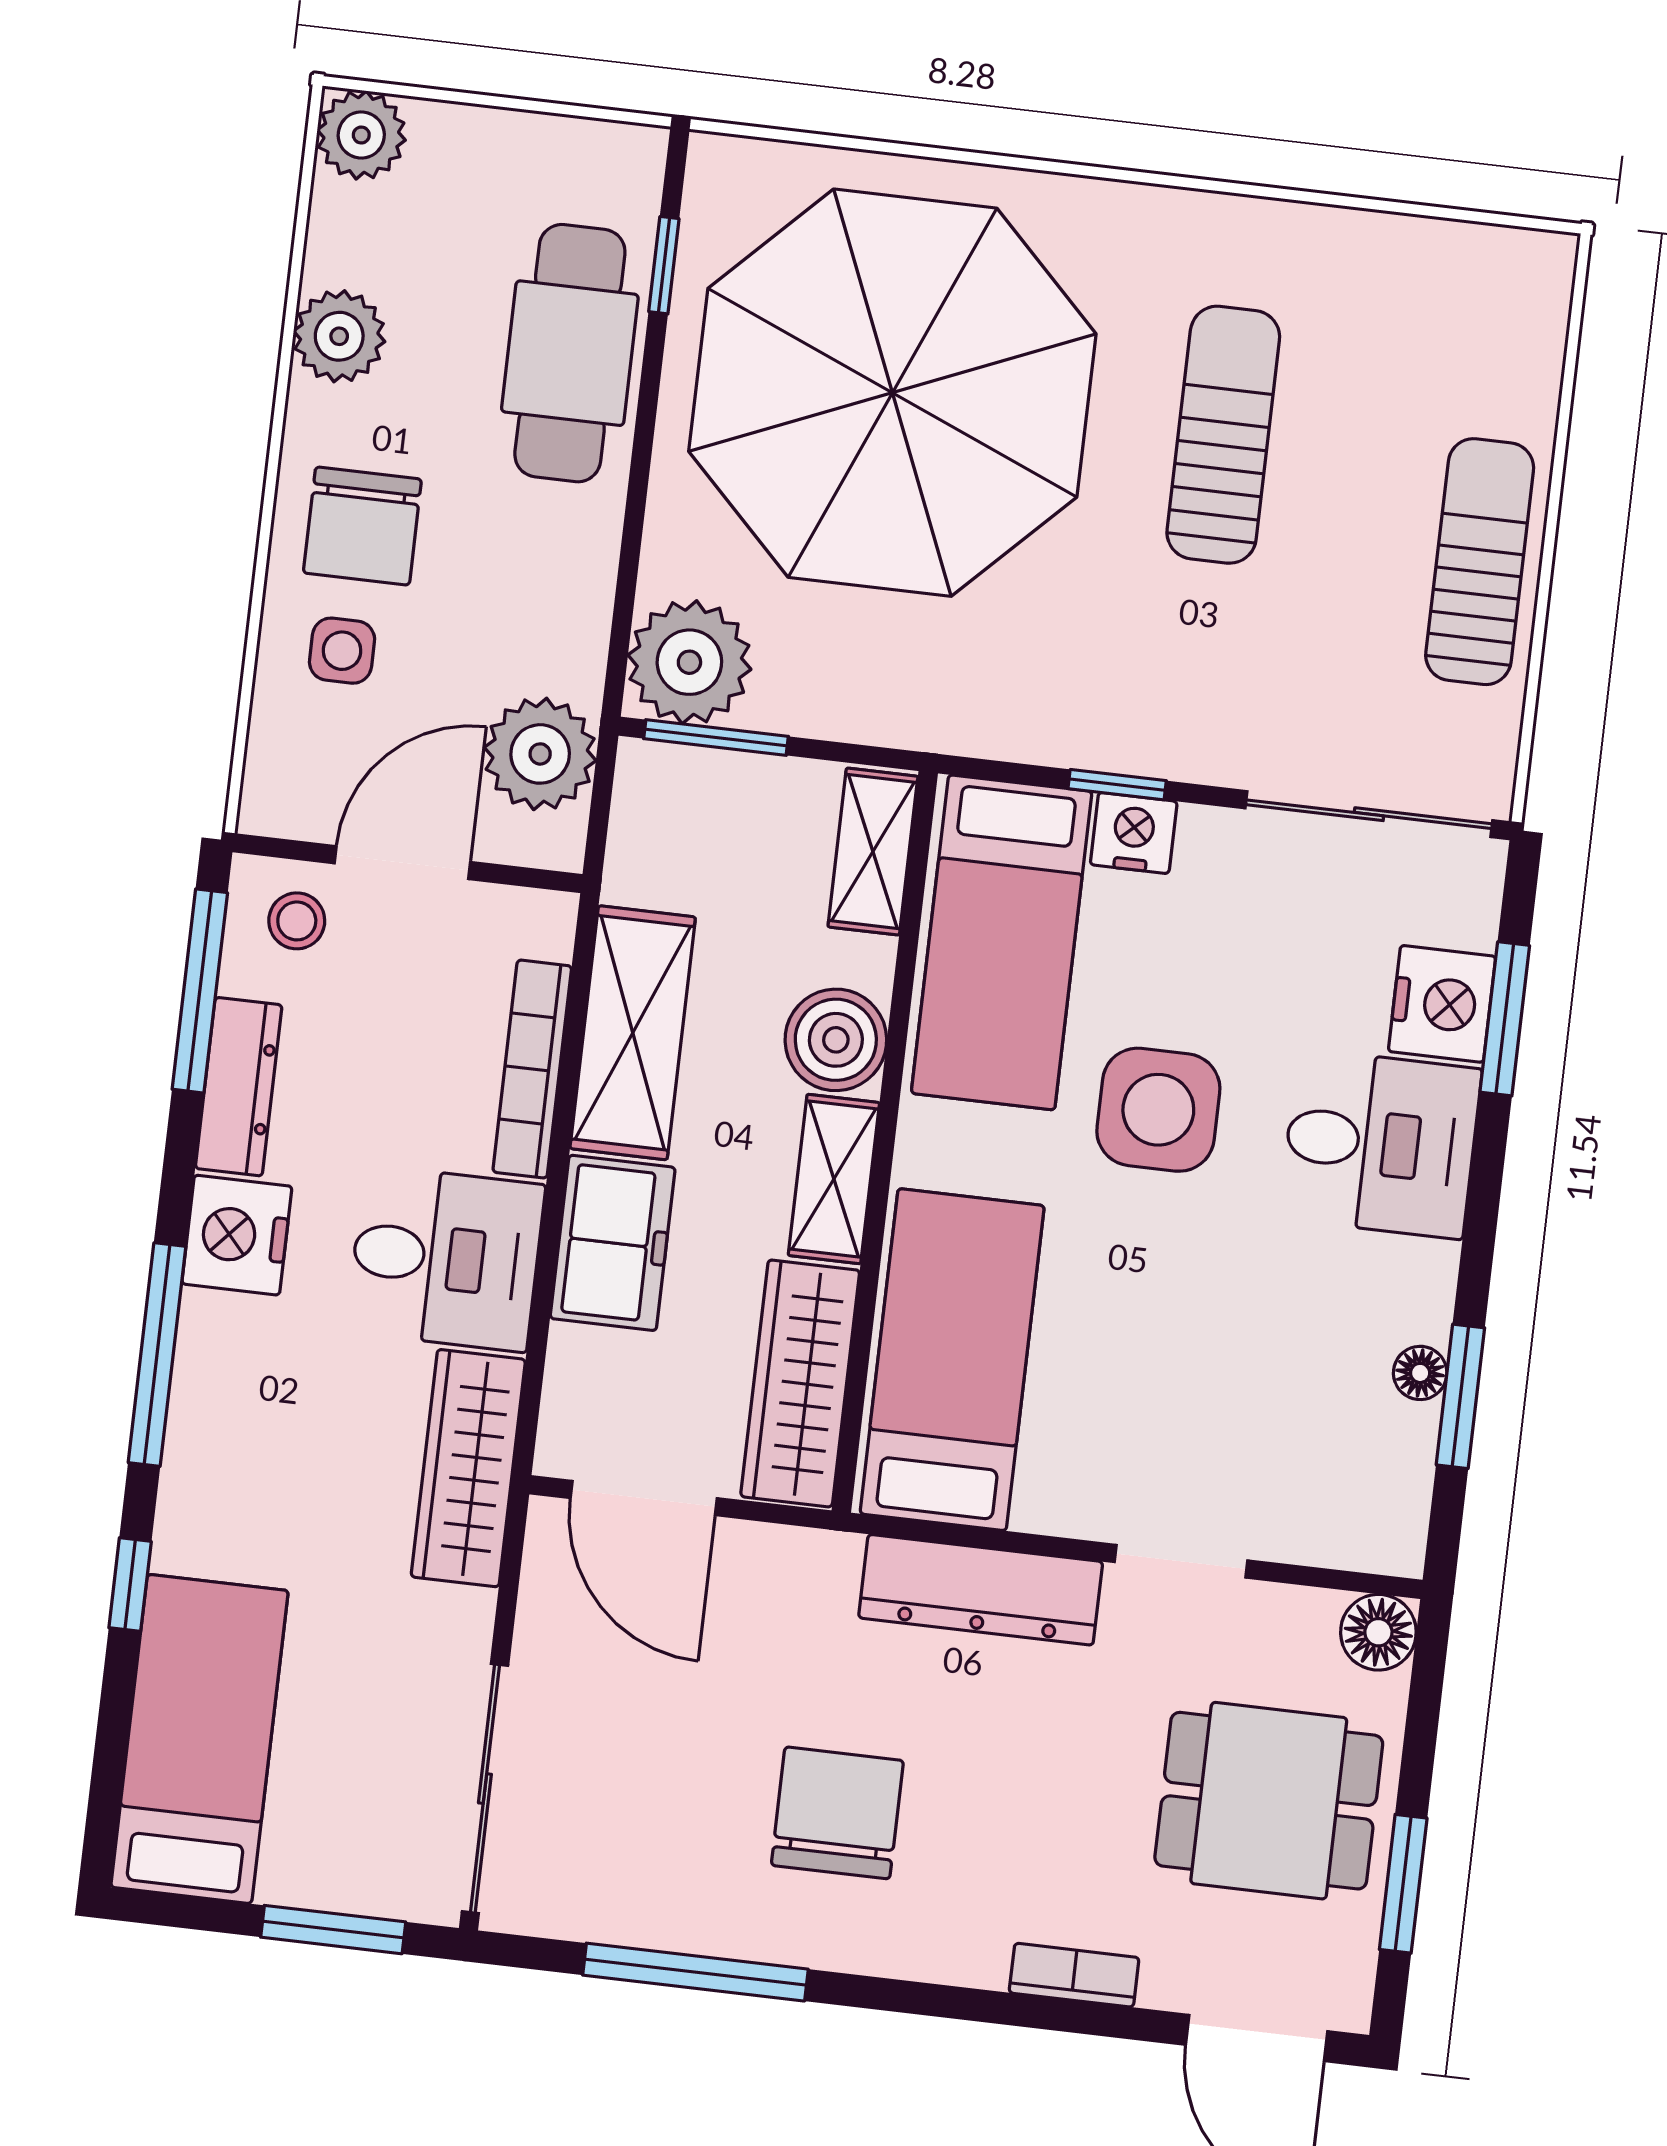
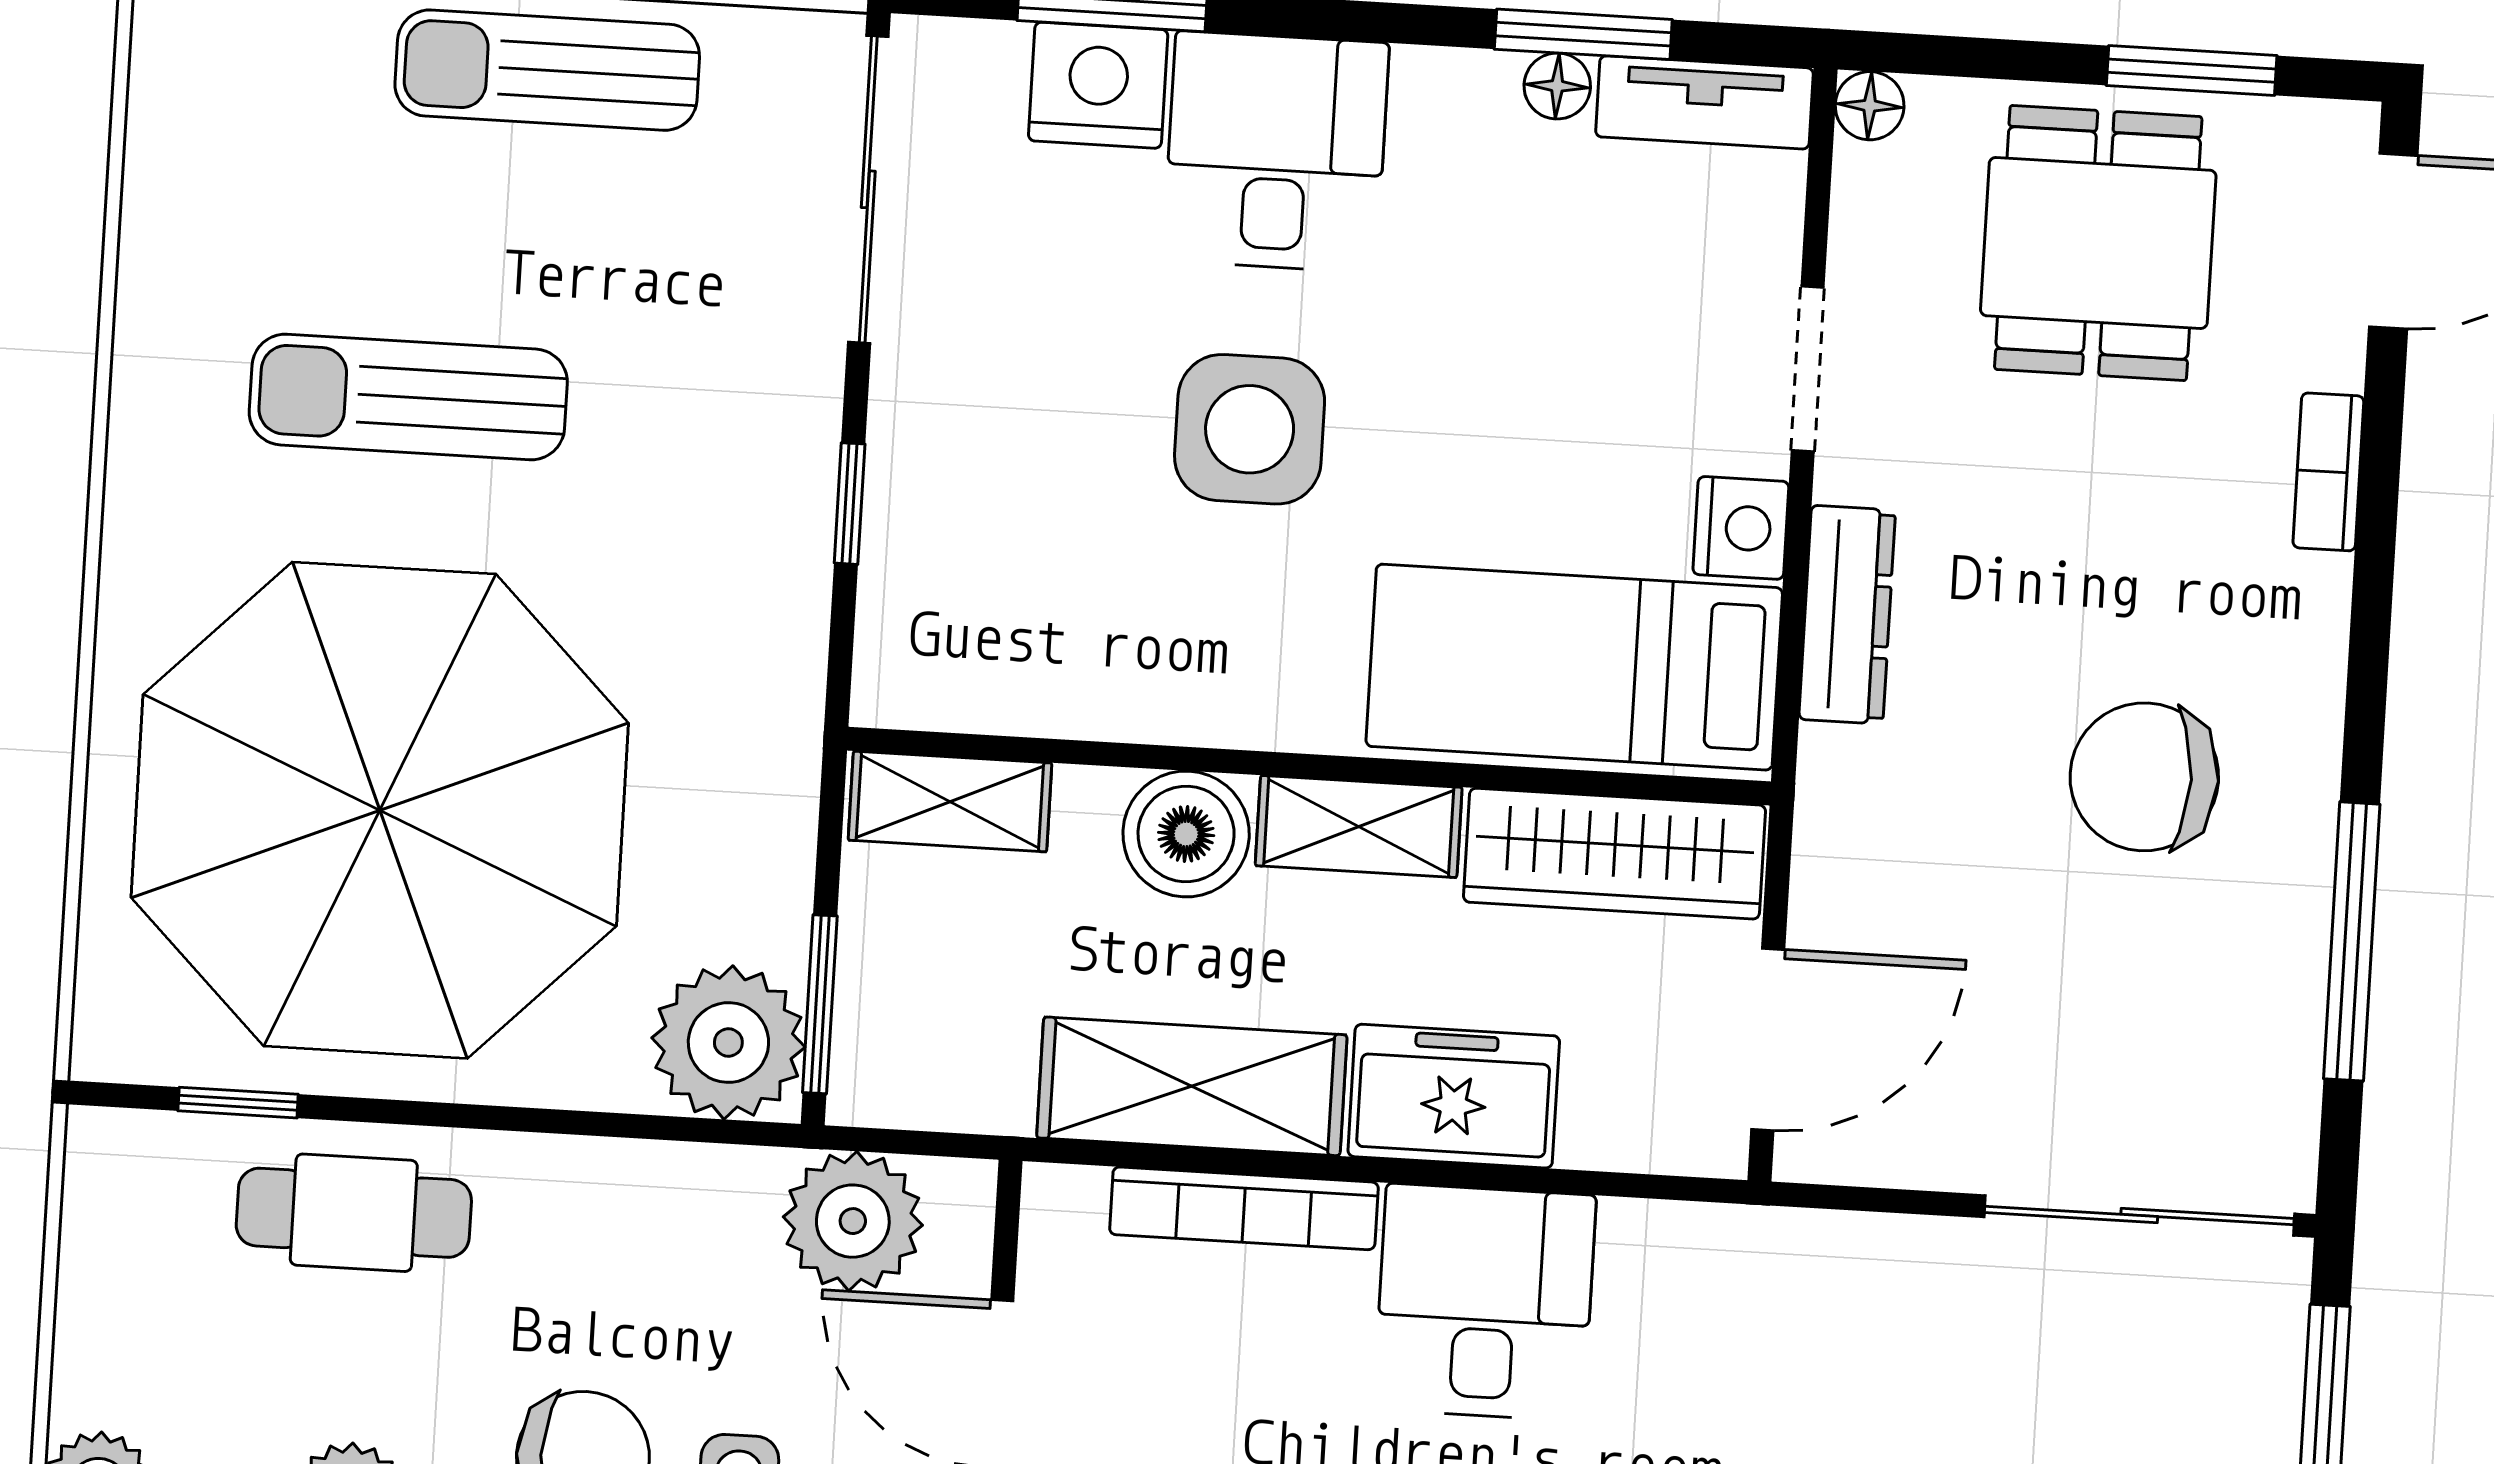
cafe table: (570, 353) -> (354, 1213), width x0.73, depth x0.74
nightstand: (1134, 833) -> (1741, 528), moved, turned 180
bed: (1002, 942) -> (1053, 635), removed
wardrobe: (468, 1468) -> (1743, 1259), removed
tv unit: (1400, 1491) -> (1704, 102), added
dresser: (981, 1590) -> (1847, 615), width x0.73, depth x0.80
floor lamp: (1378, 1632) -> (1870, 106), width x0.73, depth x0.73

